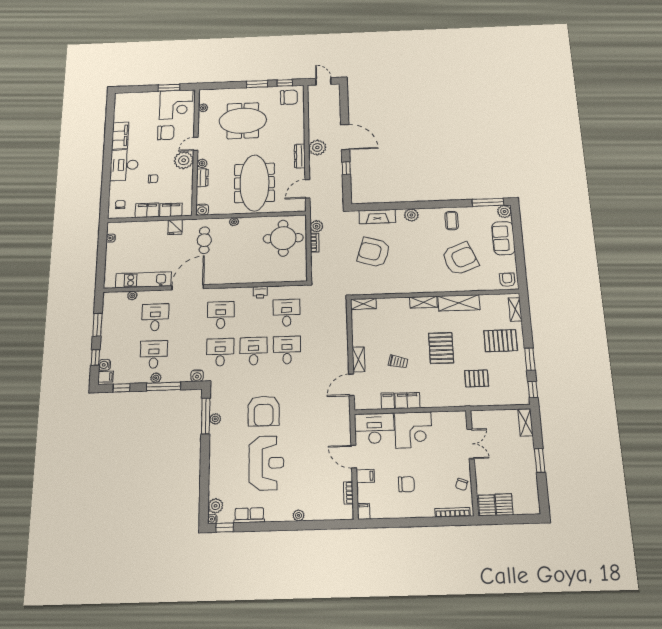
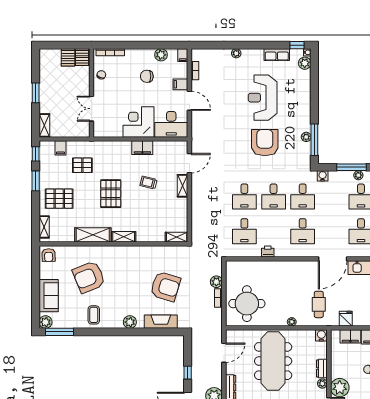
plant: (317, 226) -> (216, 282), moved
filing cabinet: (388, 401) -> (60, 148), moved
plant: (390, 511) -> (161, 55), added

